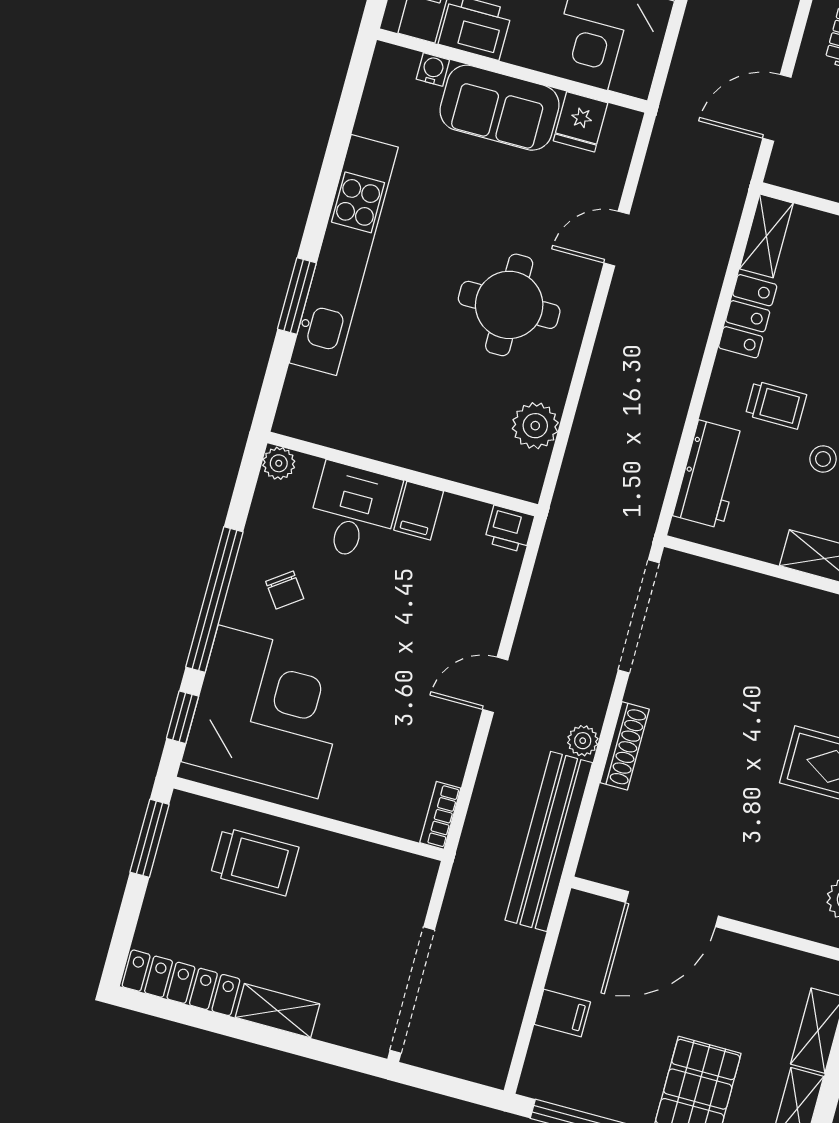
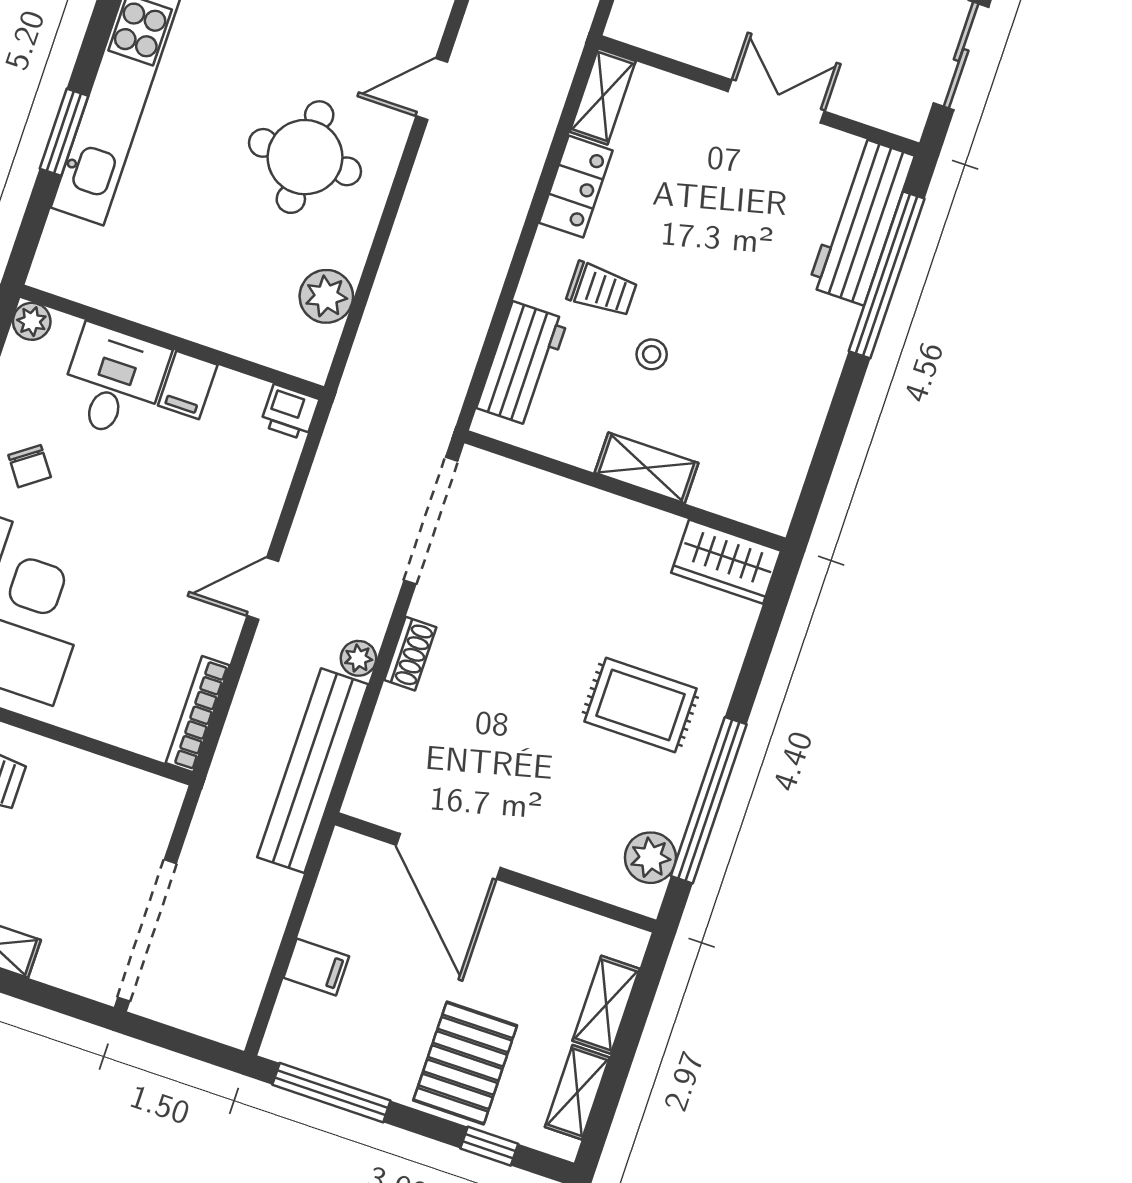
shoe rack: (625, 746) -> (410, 654), width x0.70
bookcase: (440, 815) -> (198, 714), width x1.56
door: (672, 909) -> (448, 856), hinge flipped

